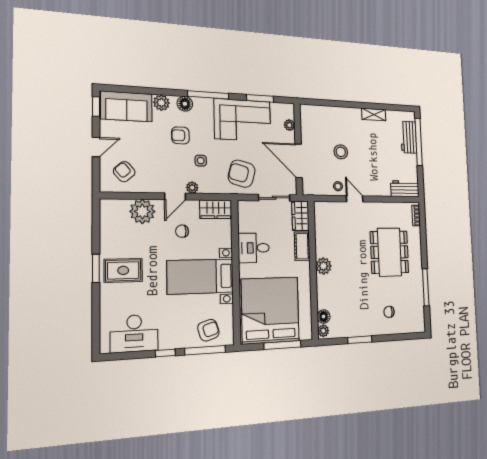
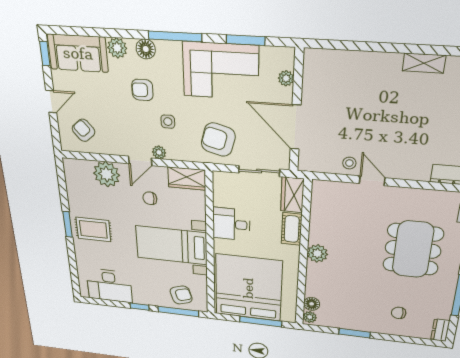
stool: (341, 152) -> (360, 118), removed
dresser: (420, 322) -> (440, 330), added

